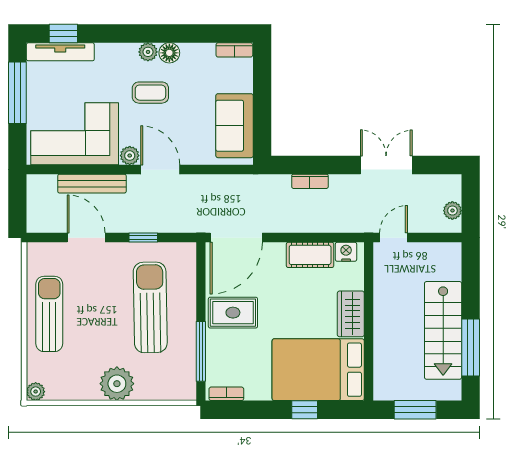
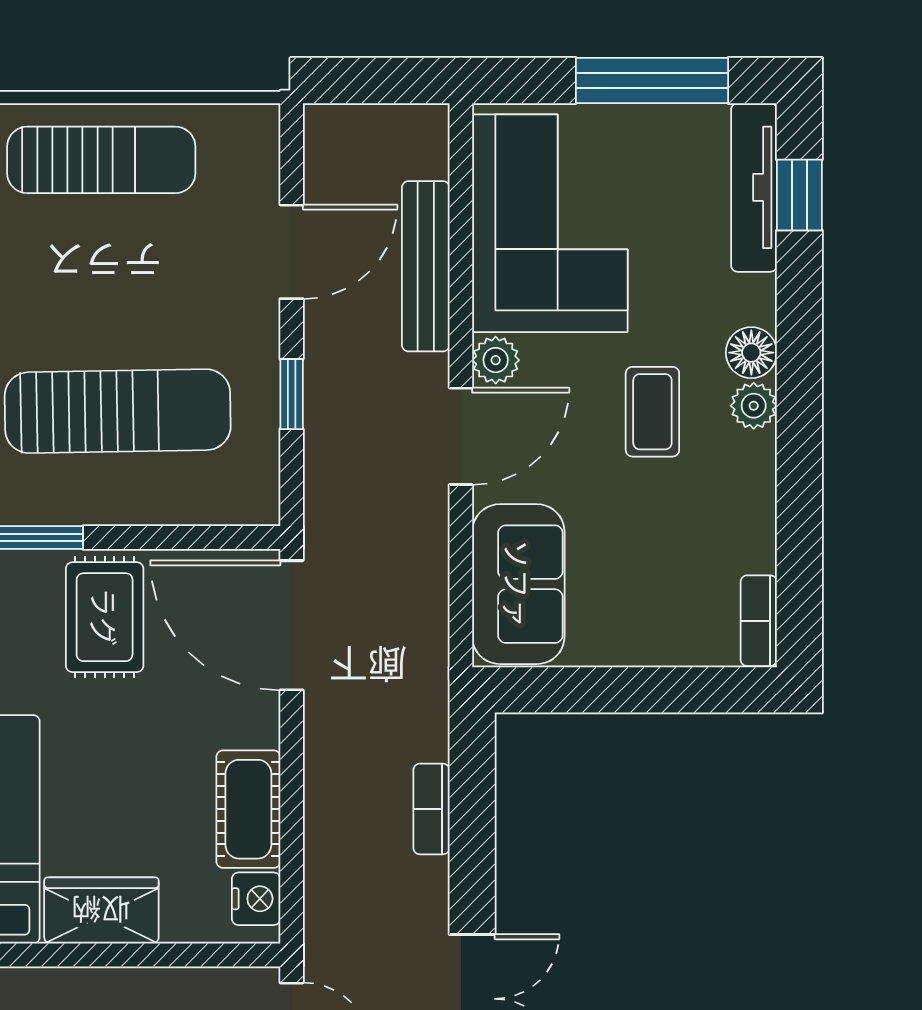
floor lamp: (169, 53) -> (751, 353), moved
sofa: (234, 126) -> (518, 584), moved, turned 90

